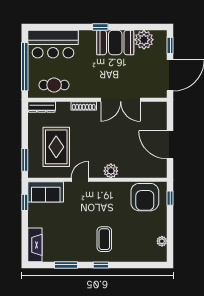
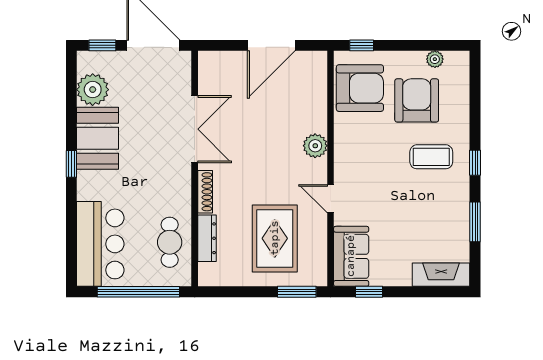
dresser: (42, 107) -> (207, 238), moved
rug: (56, 147) -> (275, 238), turned 90
armchair: (138, 231) -> (417, 100), added

